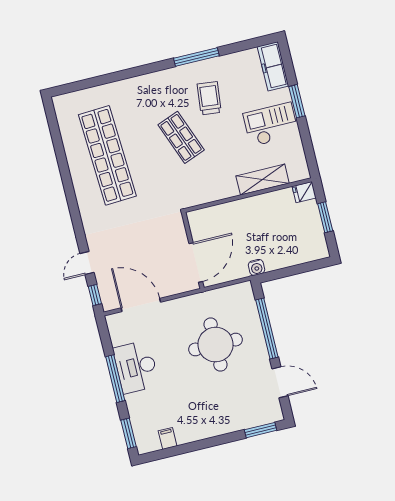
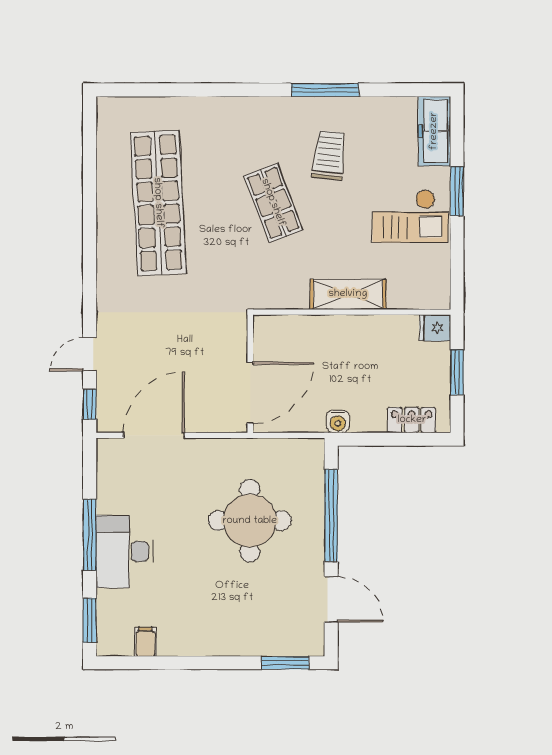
checkout: (271, 124) -> (410, 216), turned 180
shelving: (263, 180) -> (348, 294), moved
locker: (303, 255) -> (412, 420), added
door: (141, 305) -> (154, 435), hinge flipped
desk: (136, 367) -> (125, 551), moved

